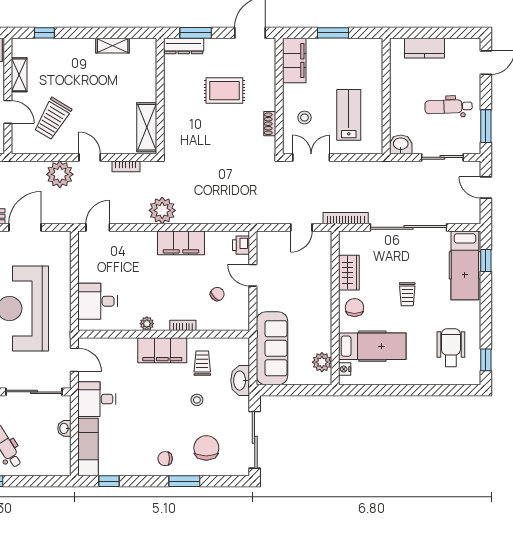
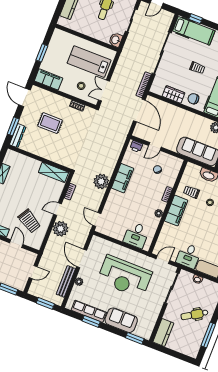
rug: (224, 91) -> (50, 123), turned 90
door: (8, 112) -> (16, 244), hinge flipped
lab bench: (349, 115) -> (89, 62), width x1.36, depth x1.39
door: (301, 227) -> (139, 110), width x1.87

